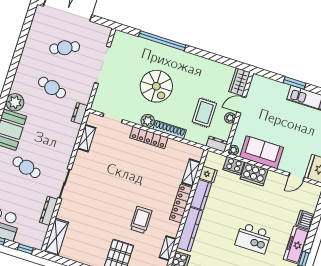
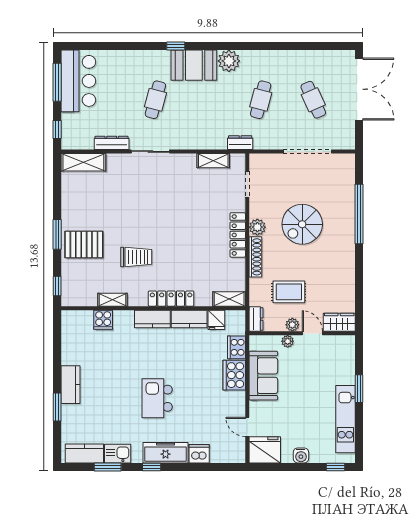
plant: (234, 150) -> (288, 341), moved
shelving: (191, 173) -> (229, 299), moved
kitchen counter: (190, 229) -> (152, 319), width x0.67

